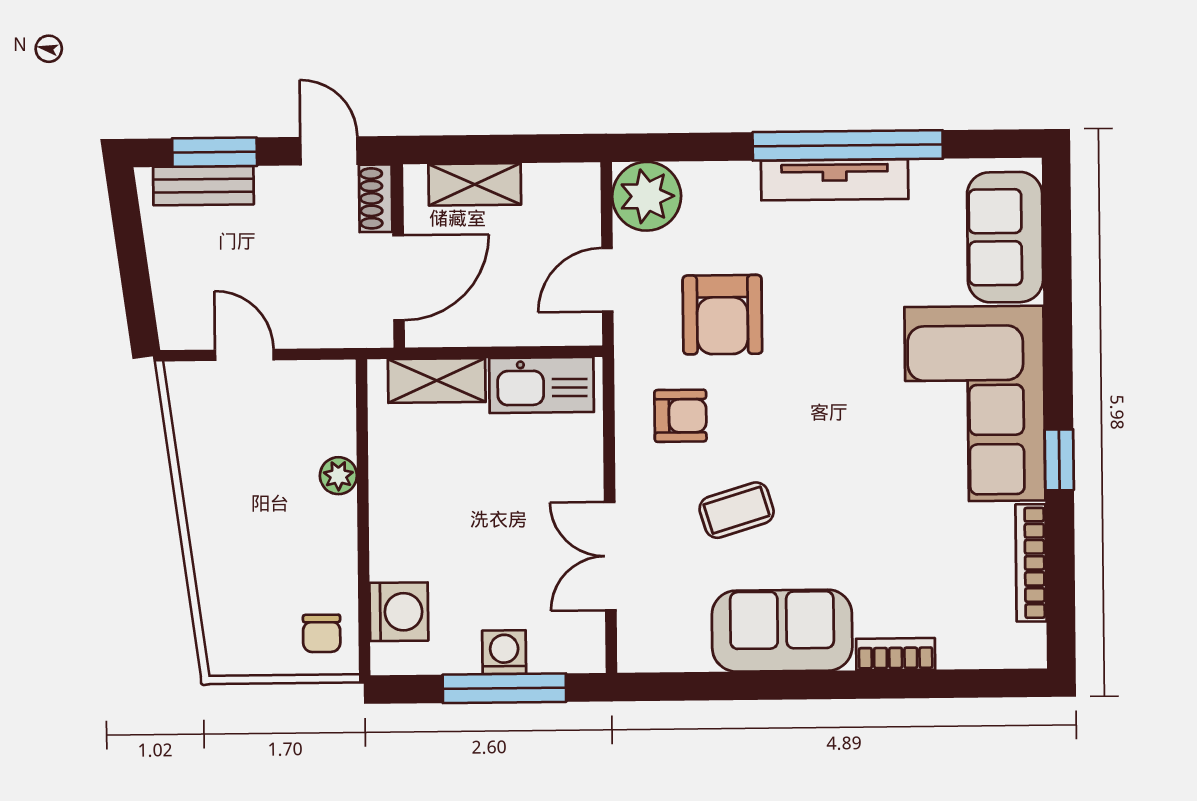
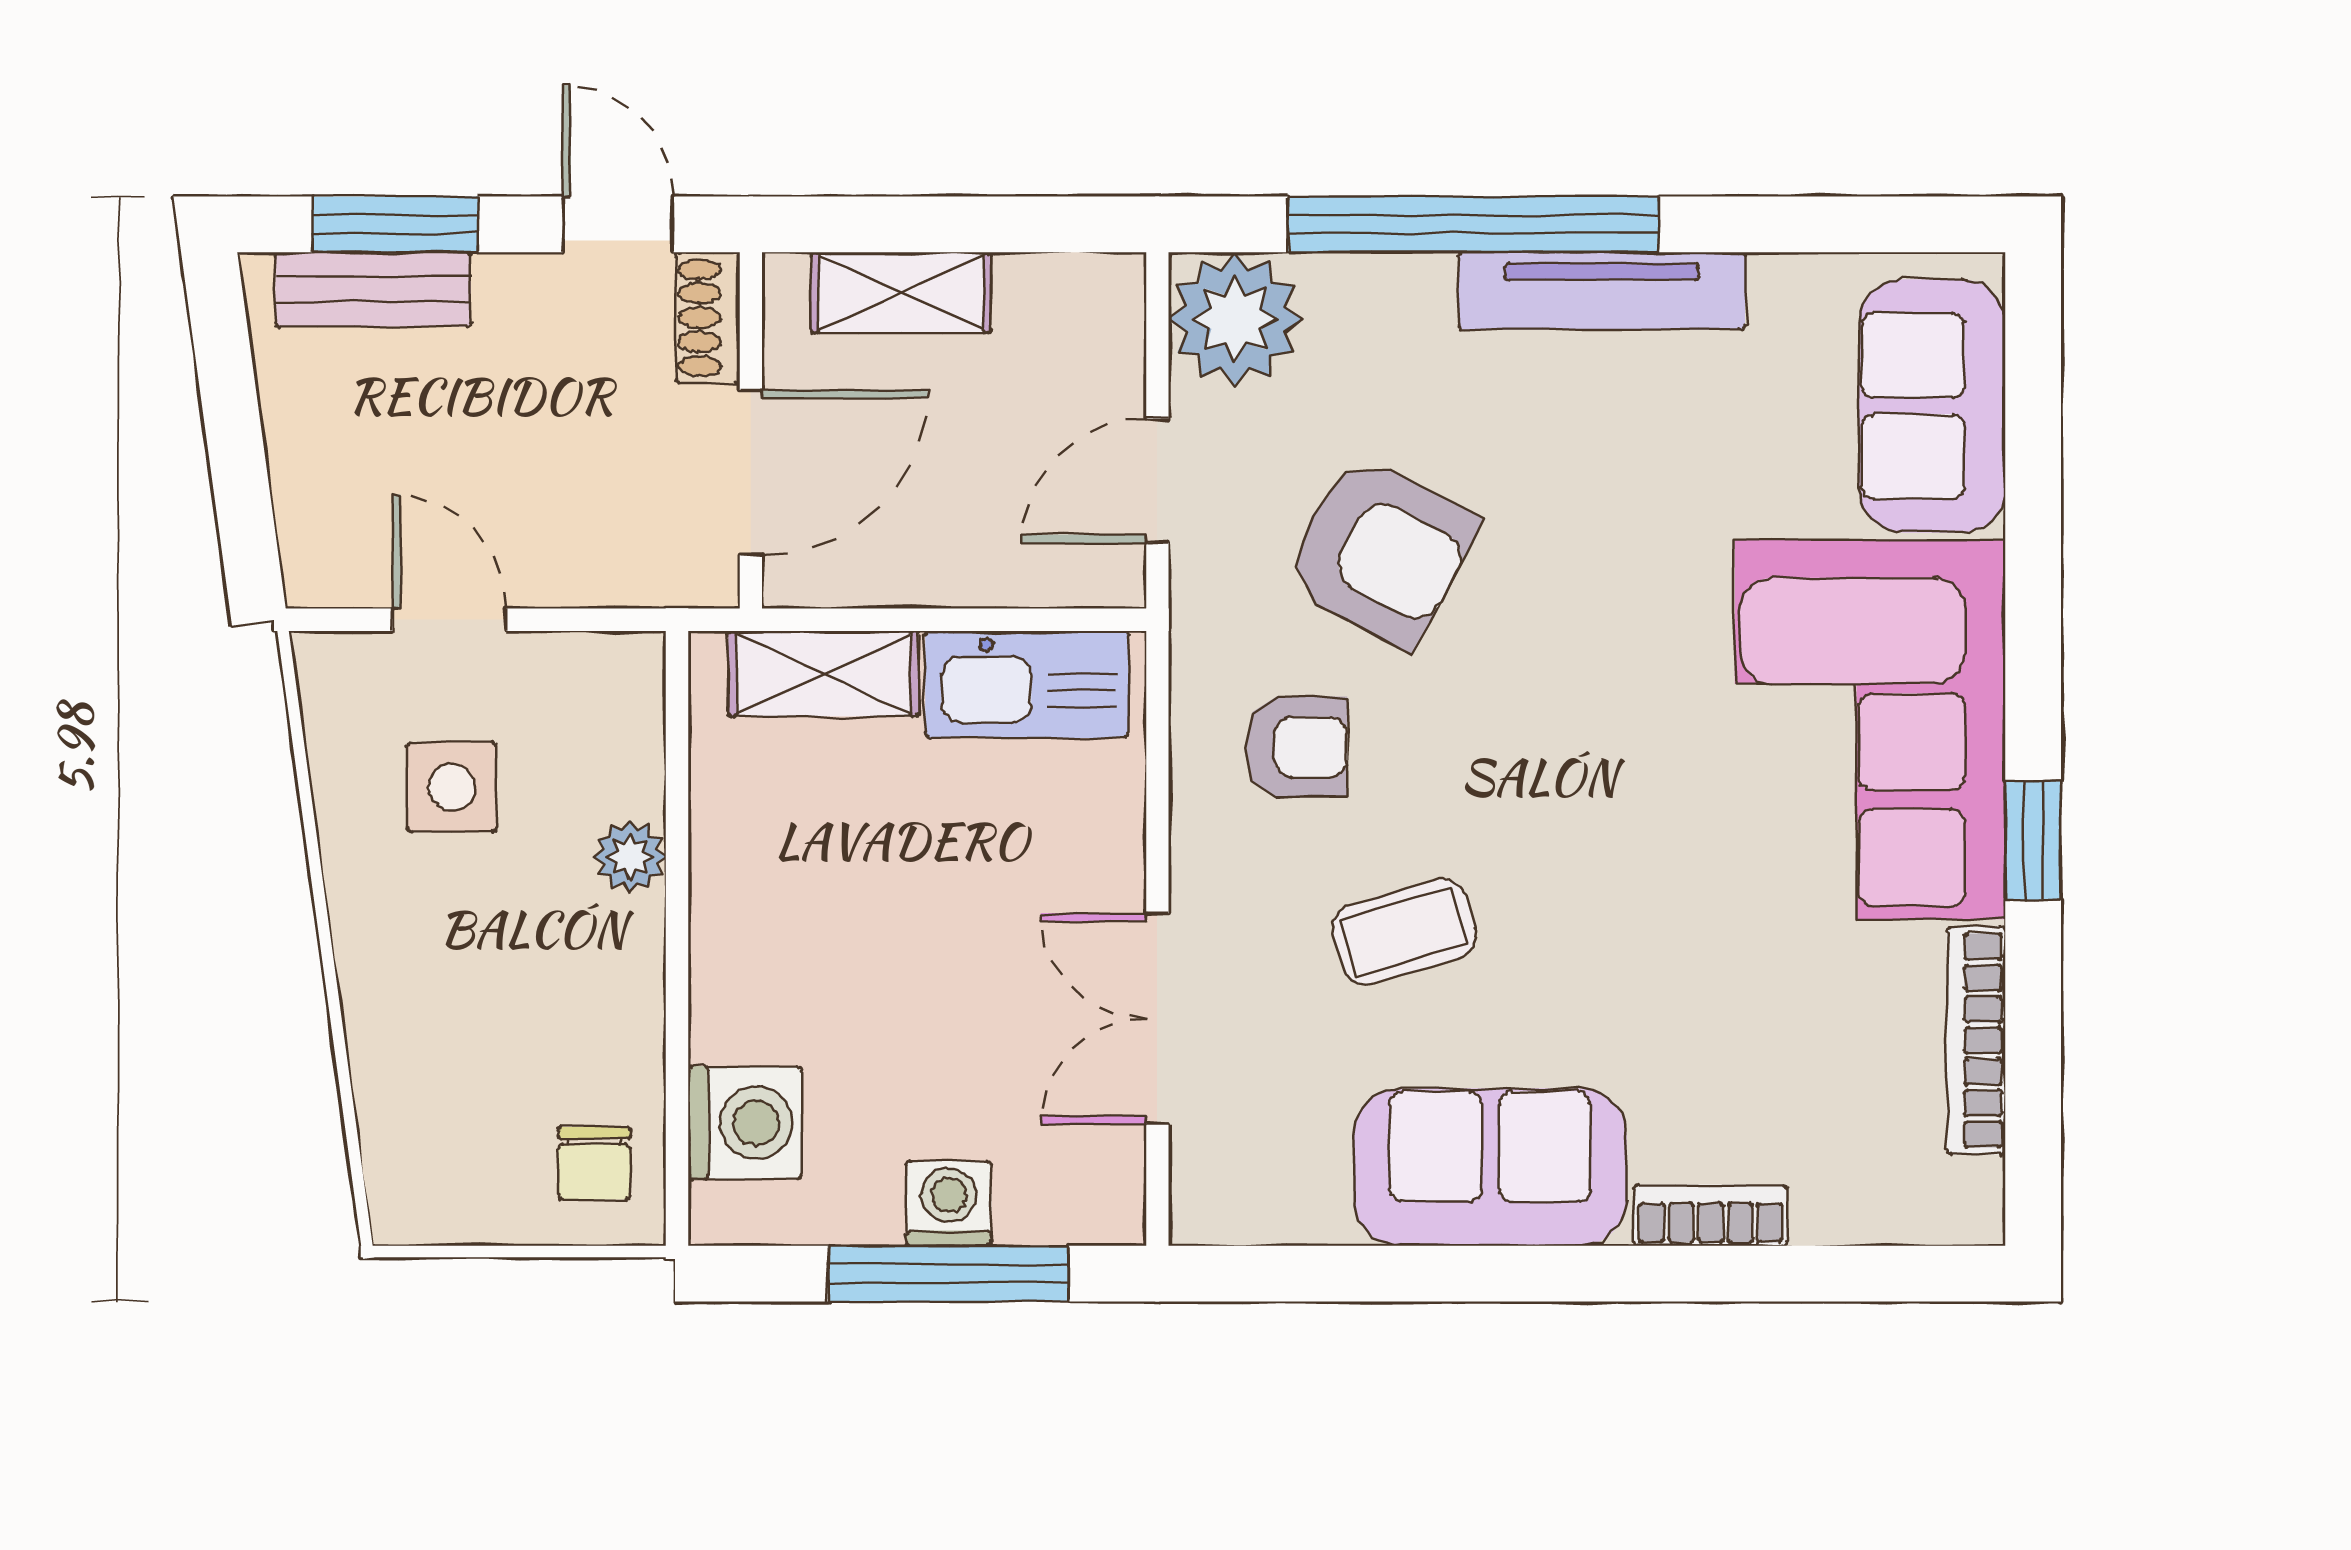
window: (848, 145) -> (1473, 224), moved
armchair: (722, 315) -> (1381, 551), turned -62
side table: (246, 441) -> (452, 787), added

